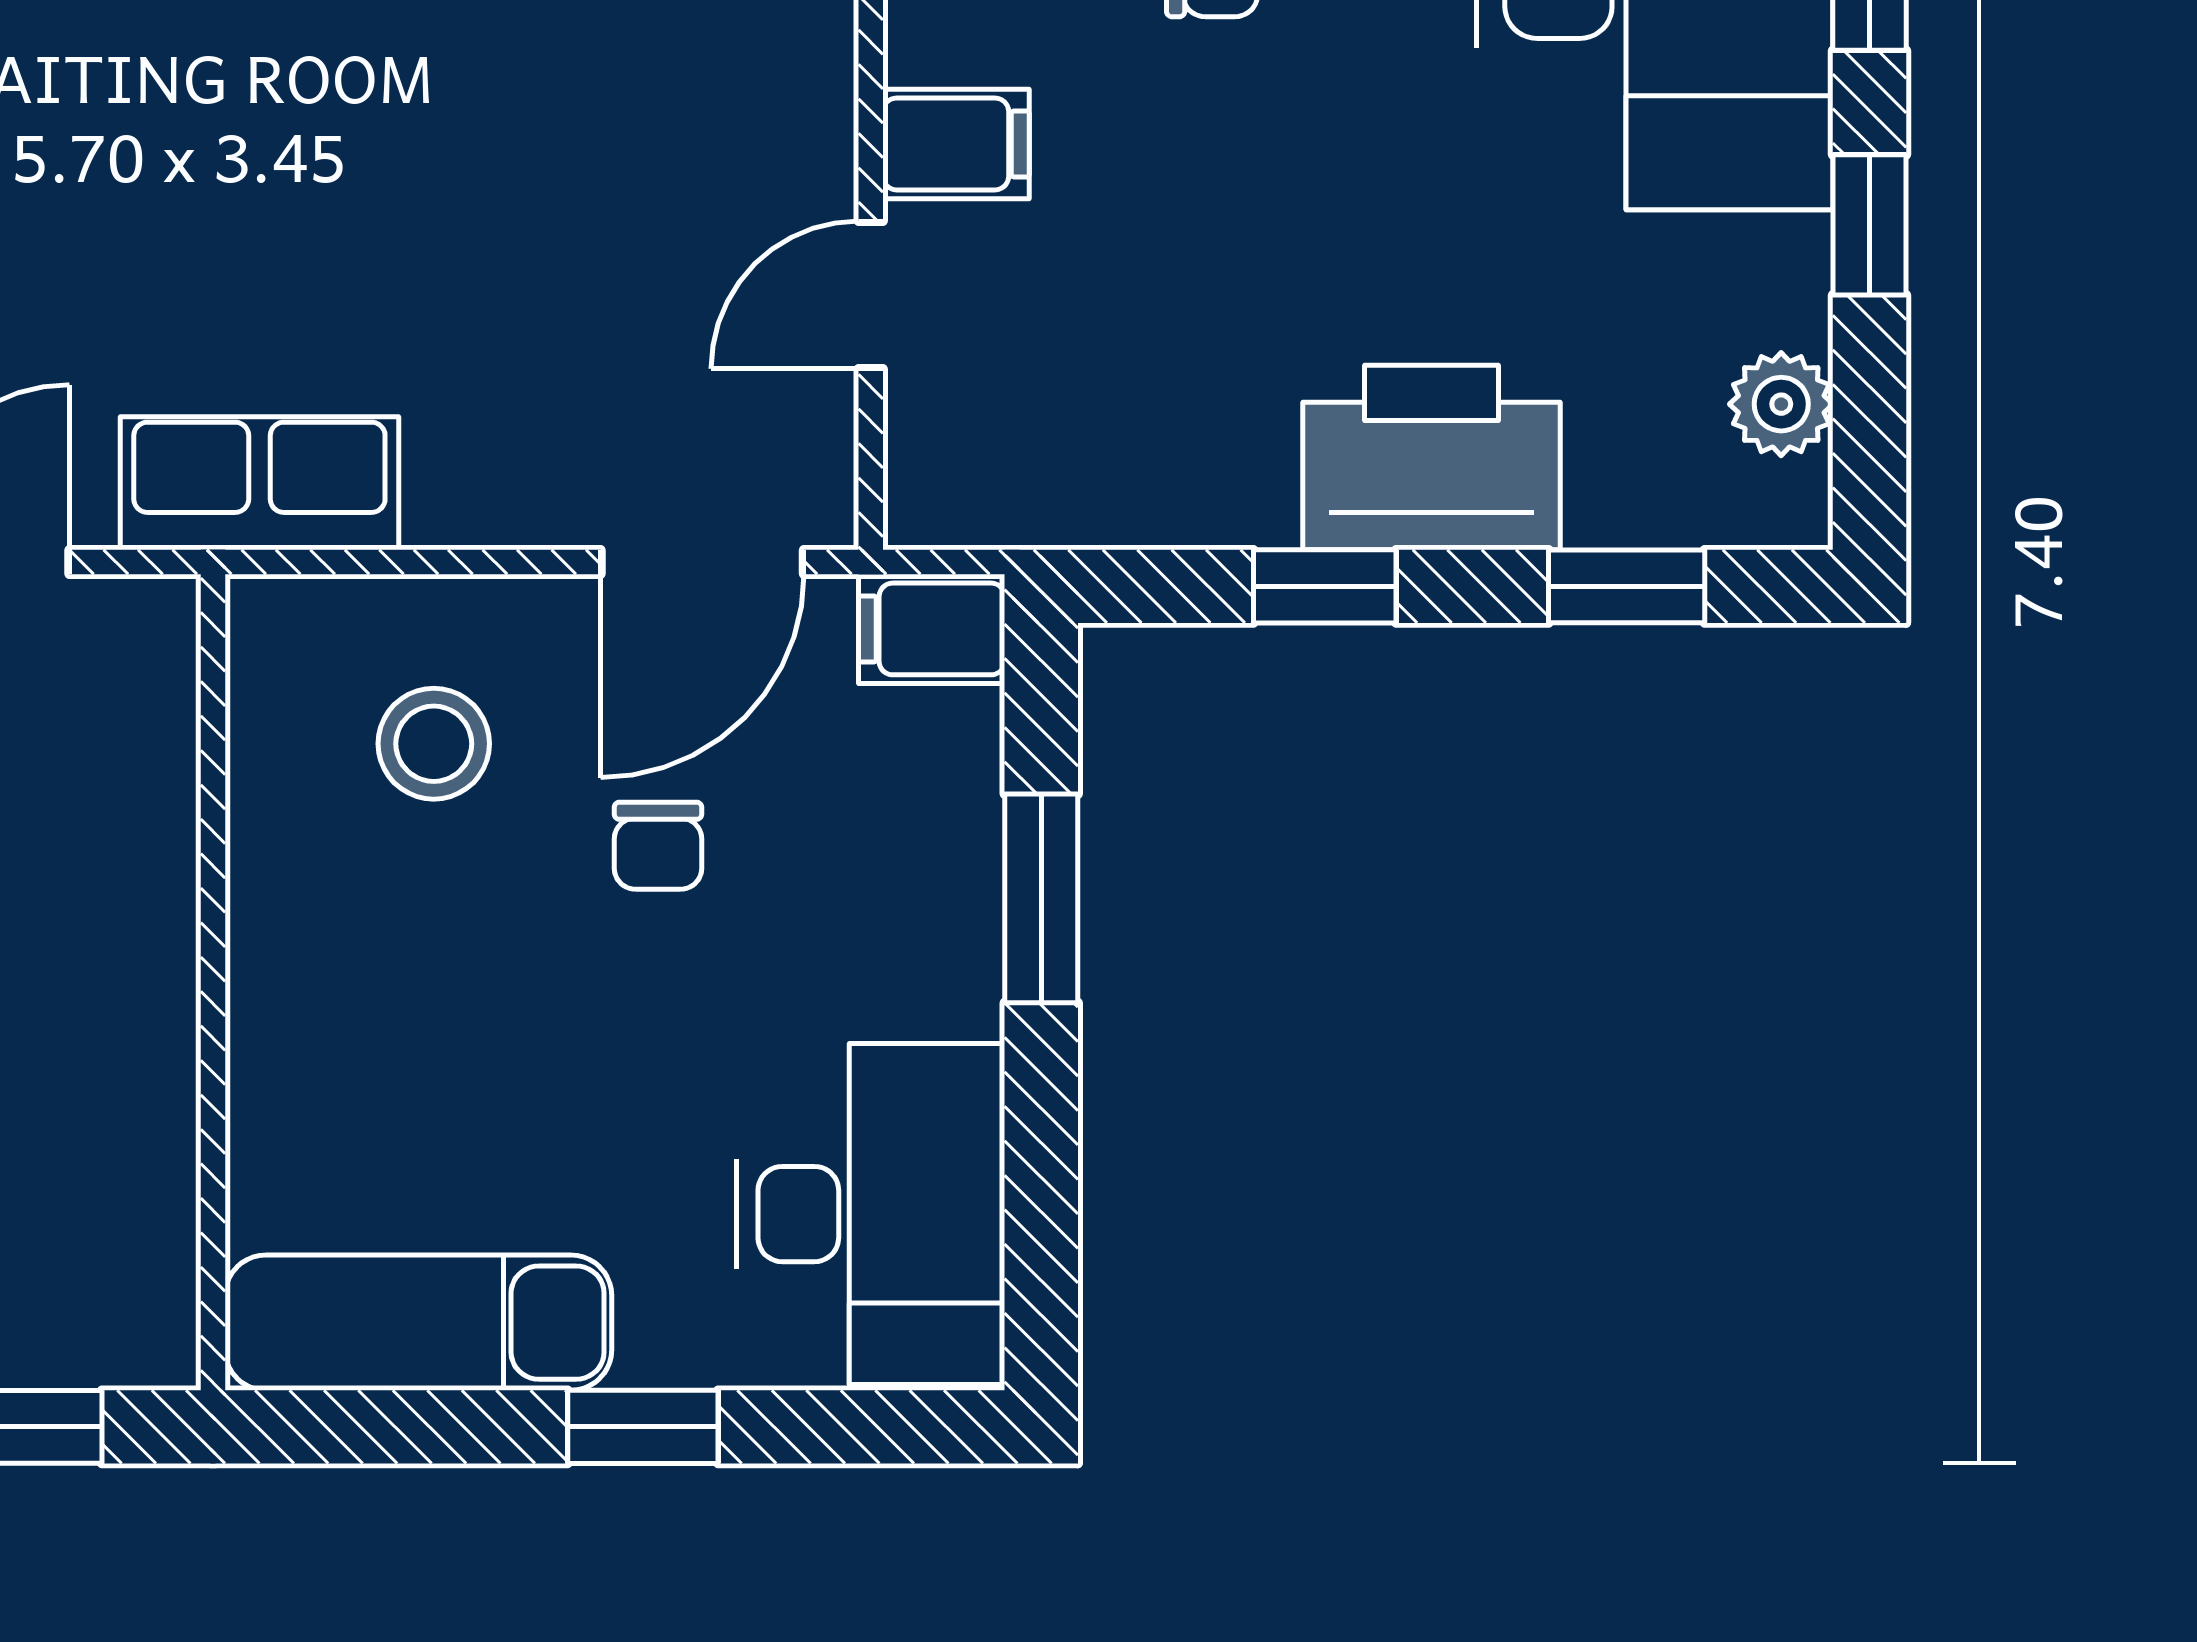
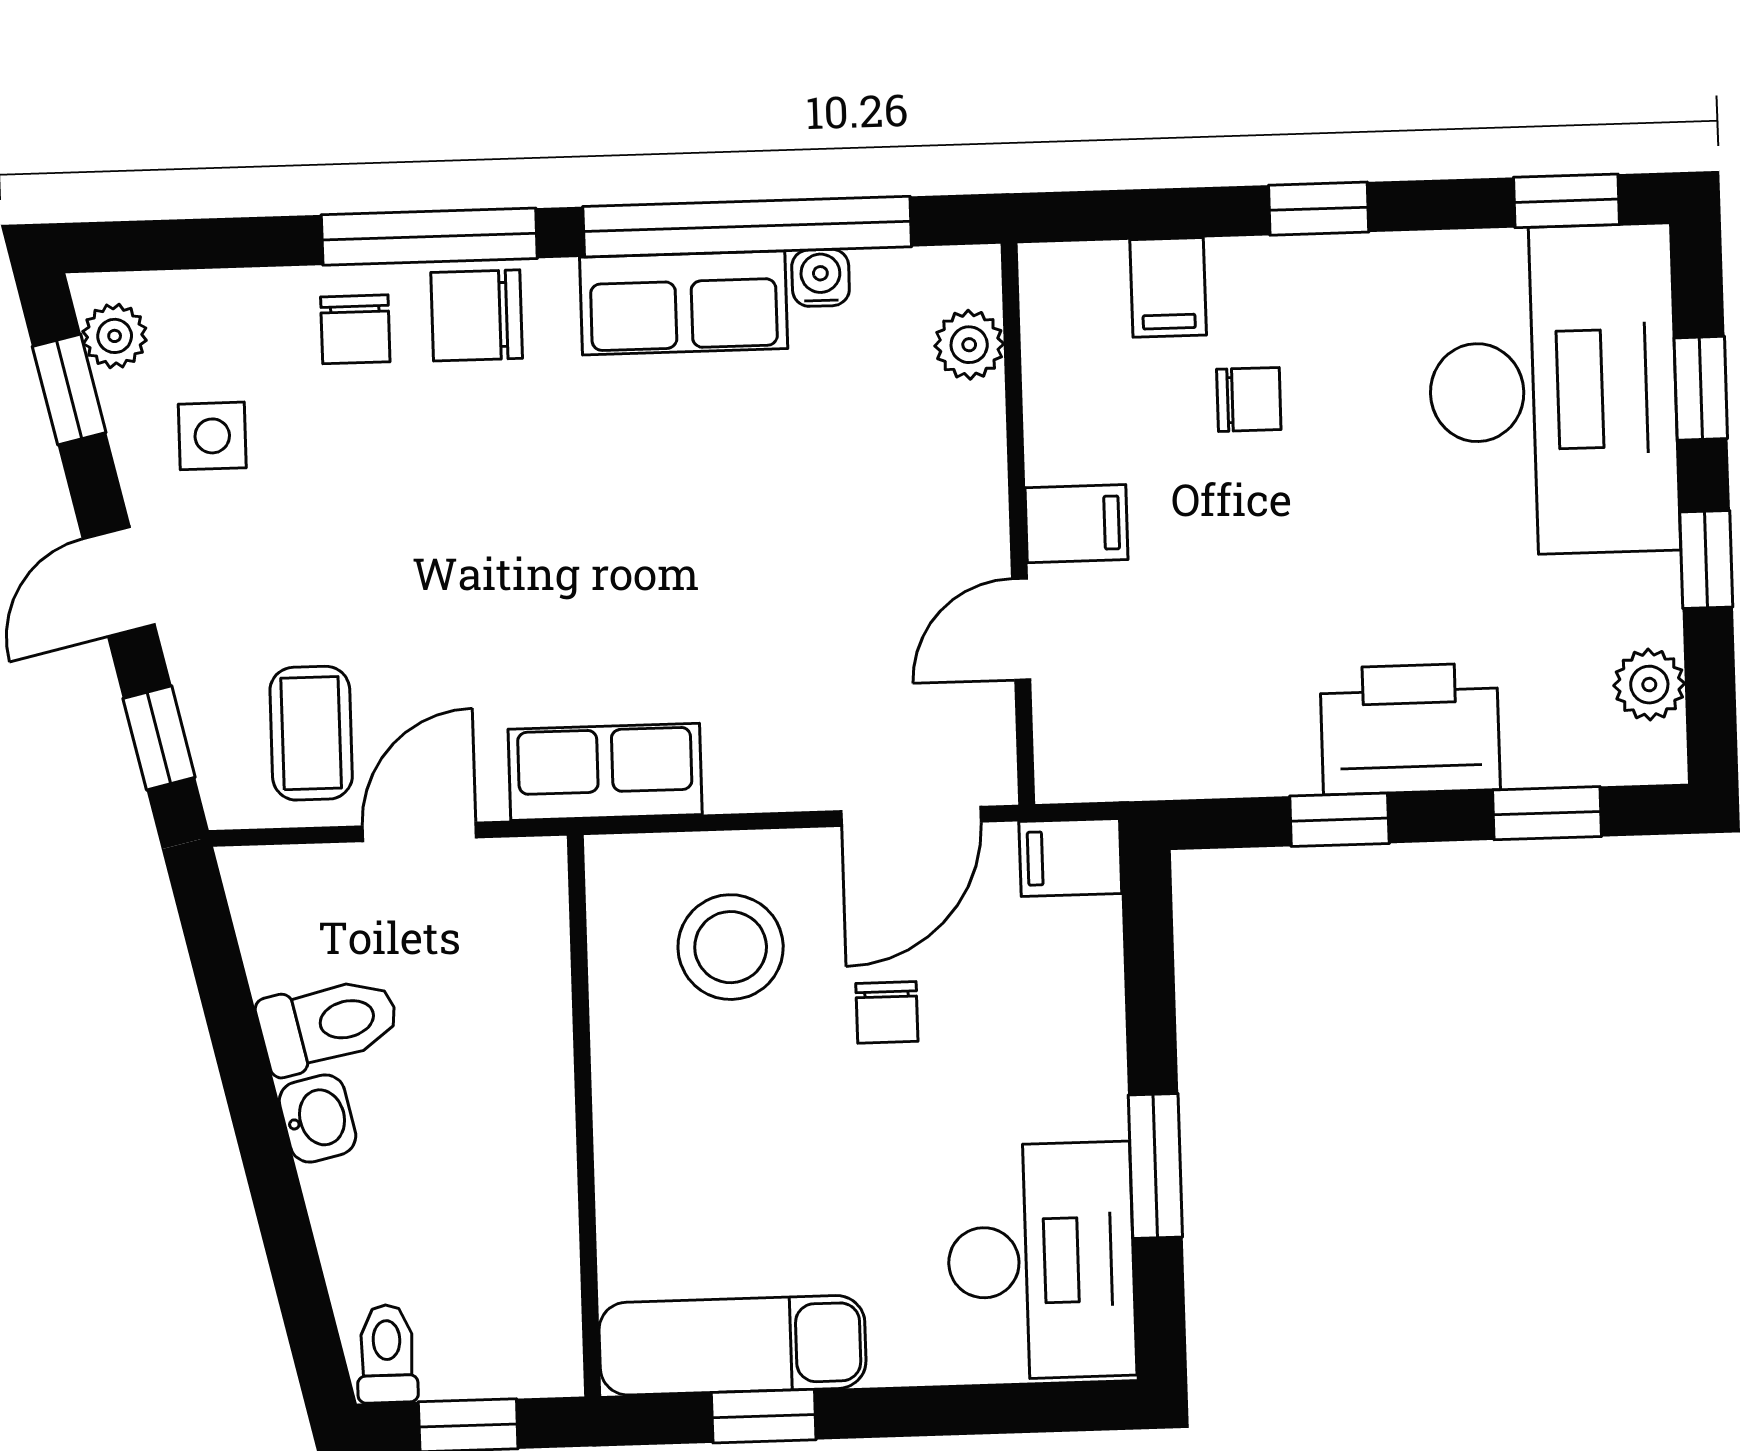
stool: (434, 744) -> (731, 947), width x1.38, depth x1.38
window: (1041, 898) -> (1155, 1166), moved
window: (643, 1427) -> (764, 1416), moved

